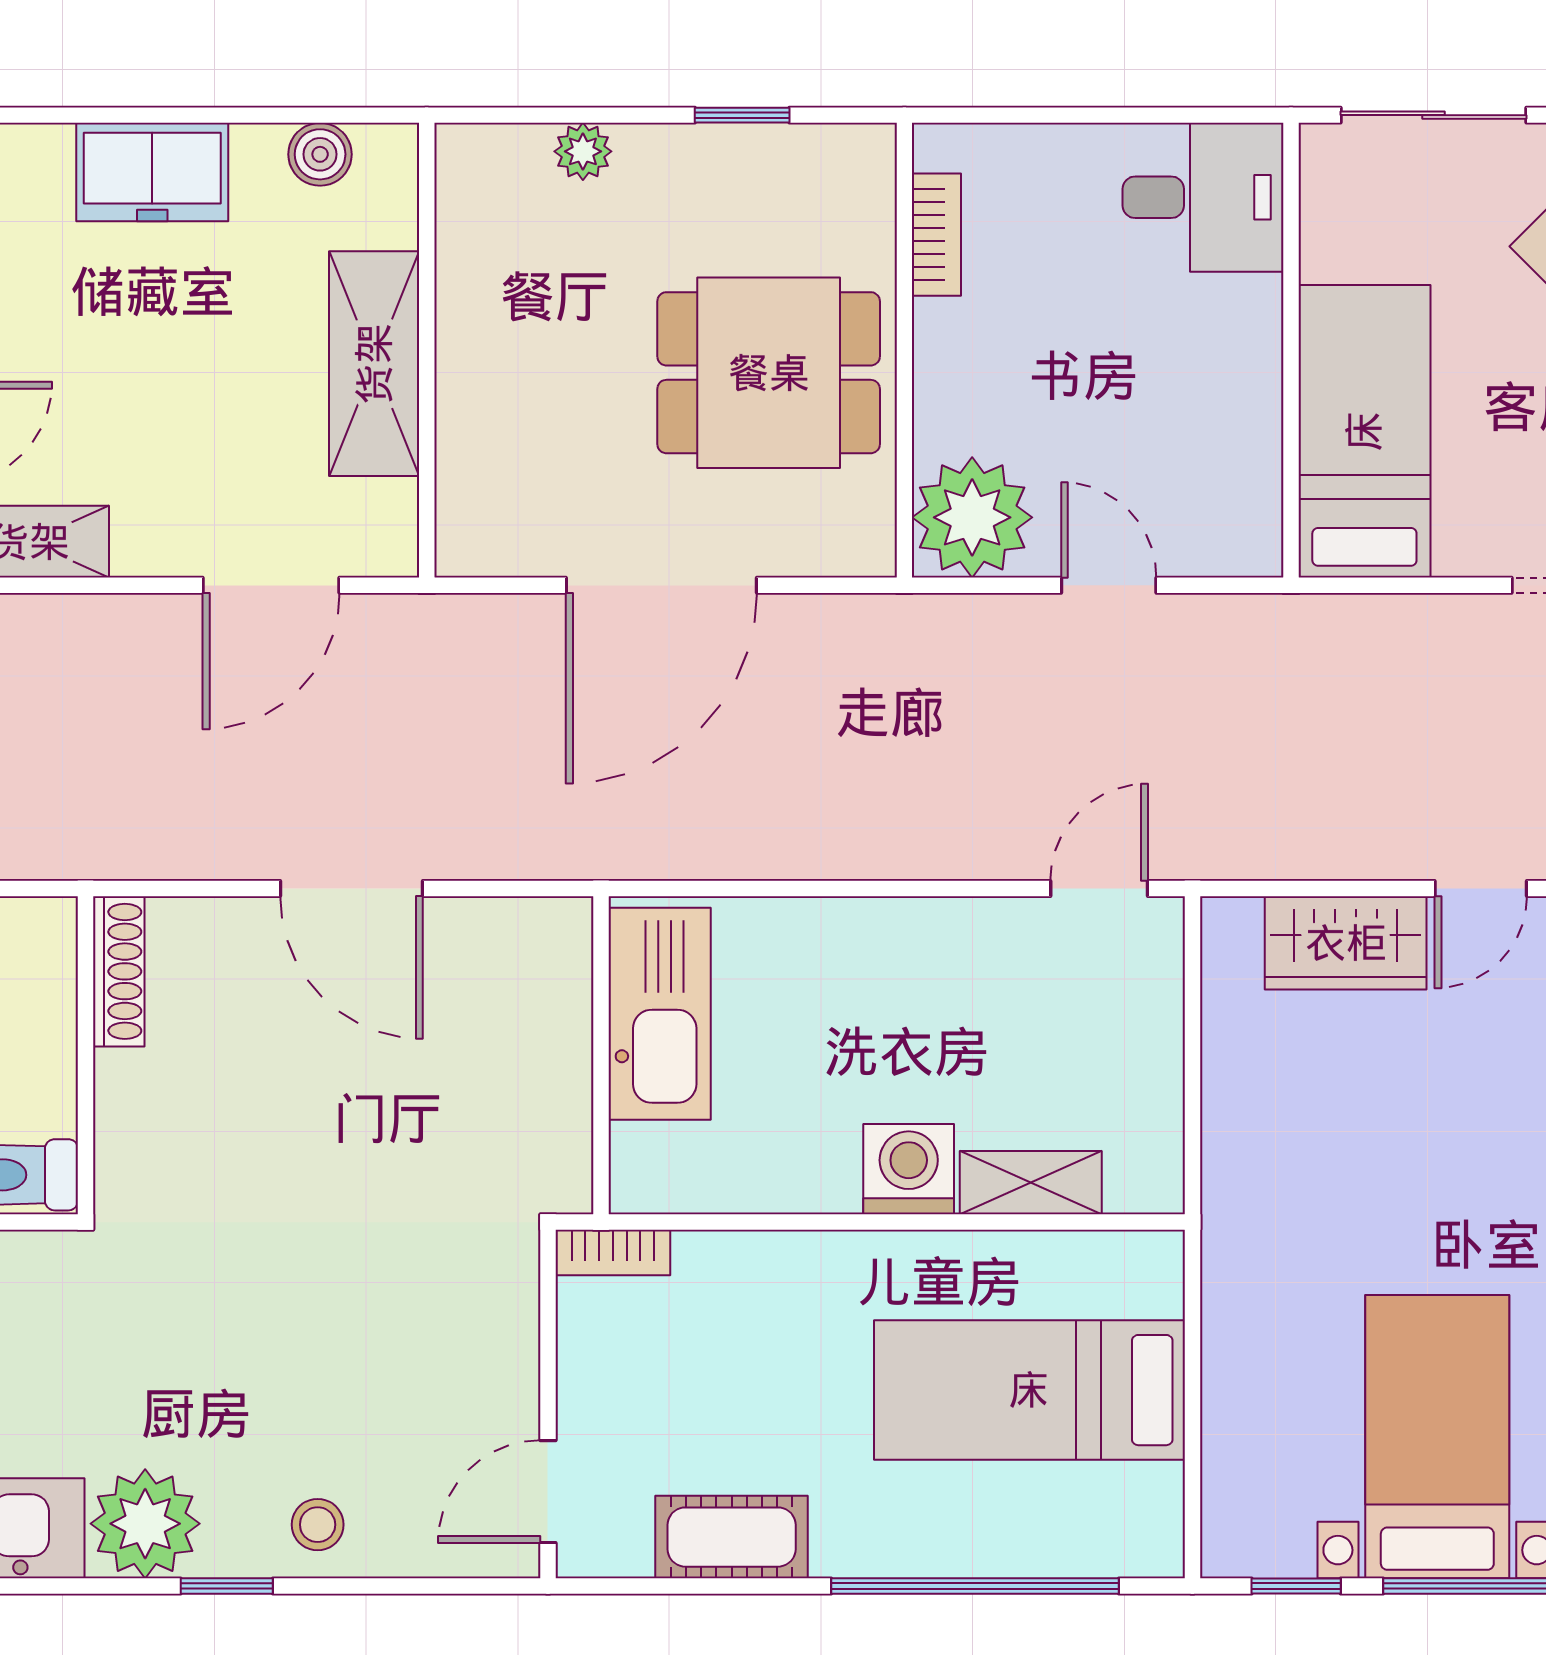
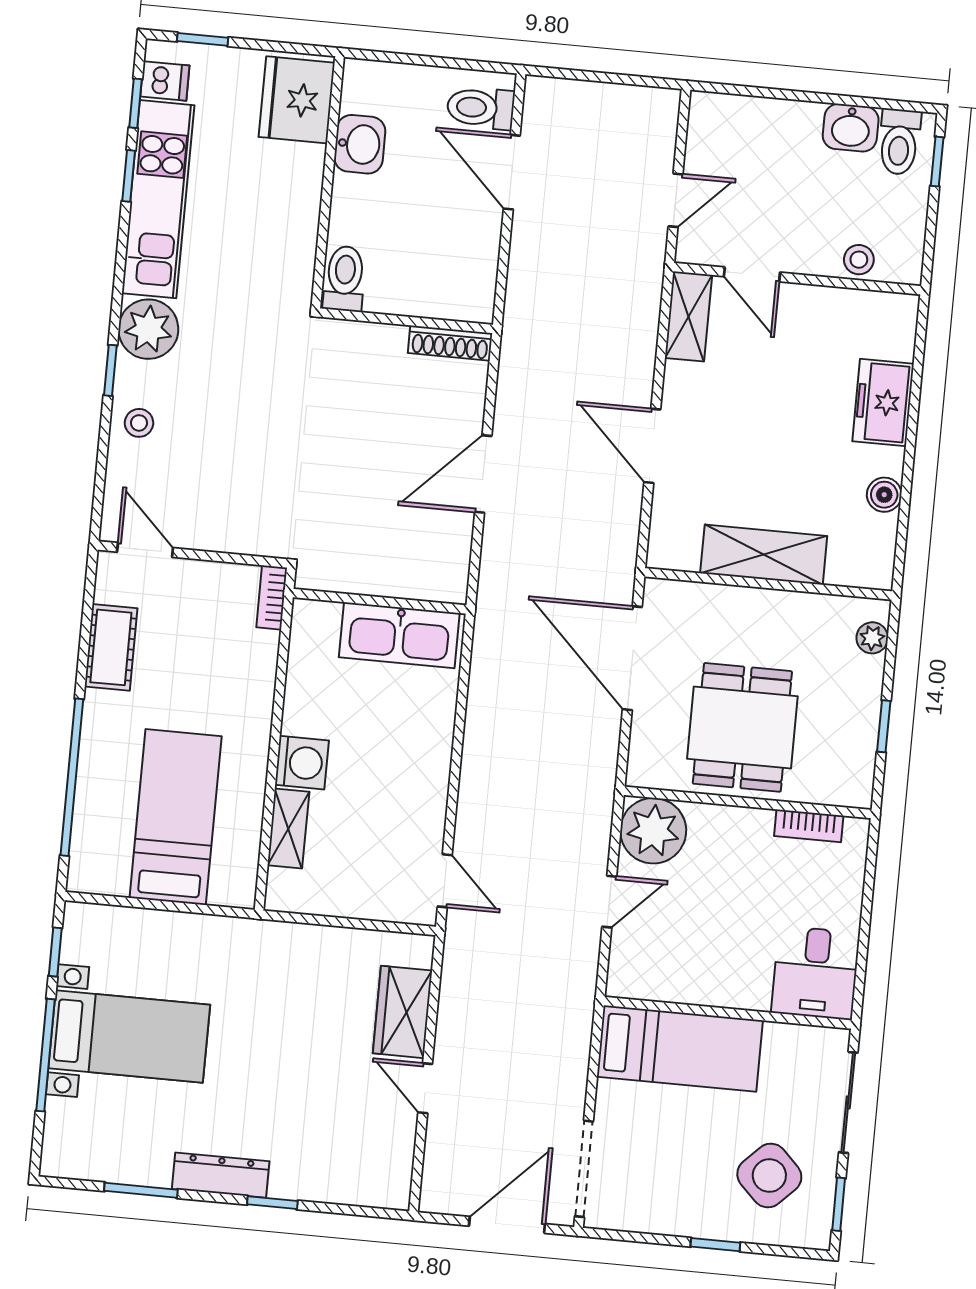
wall: (427, 350) -> (768, 584), moved
shelving: (374, 364) -> (764, 555), moved

